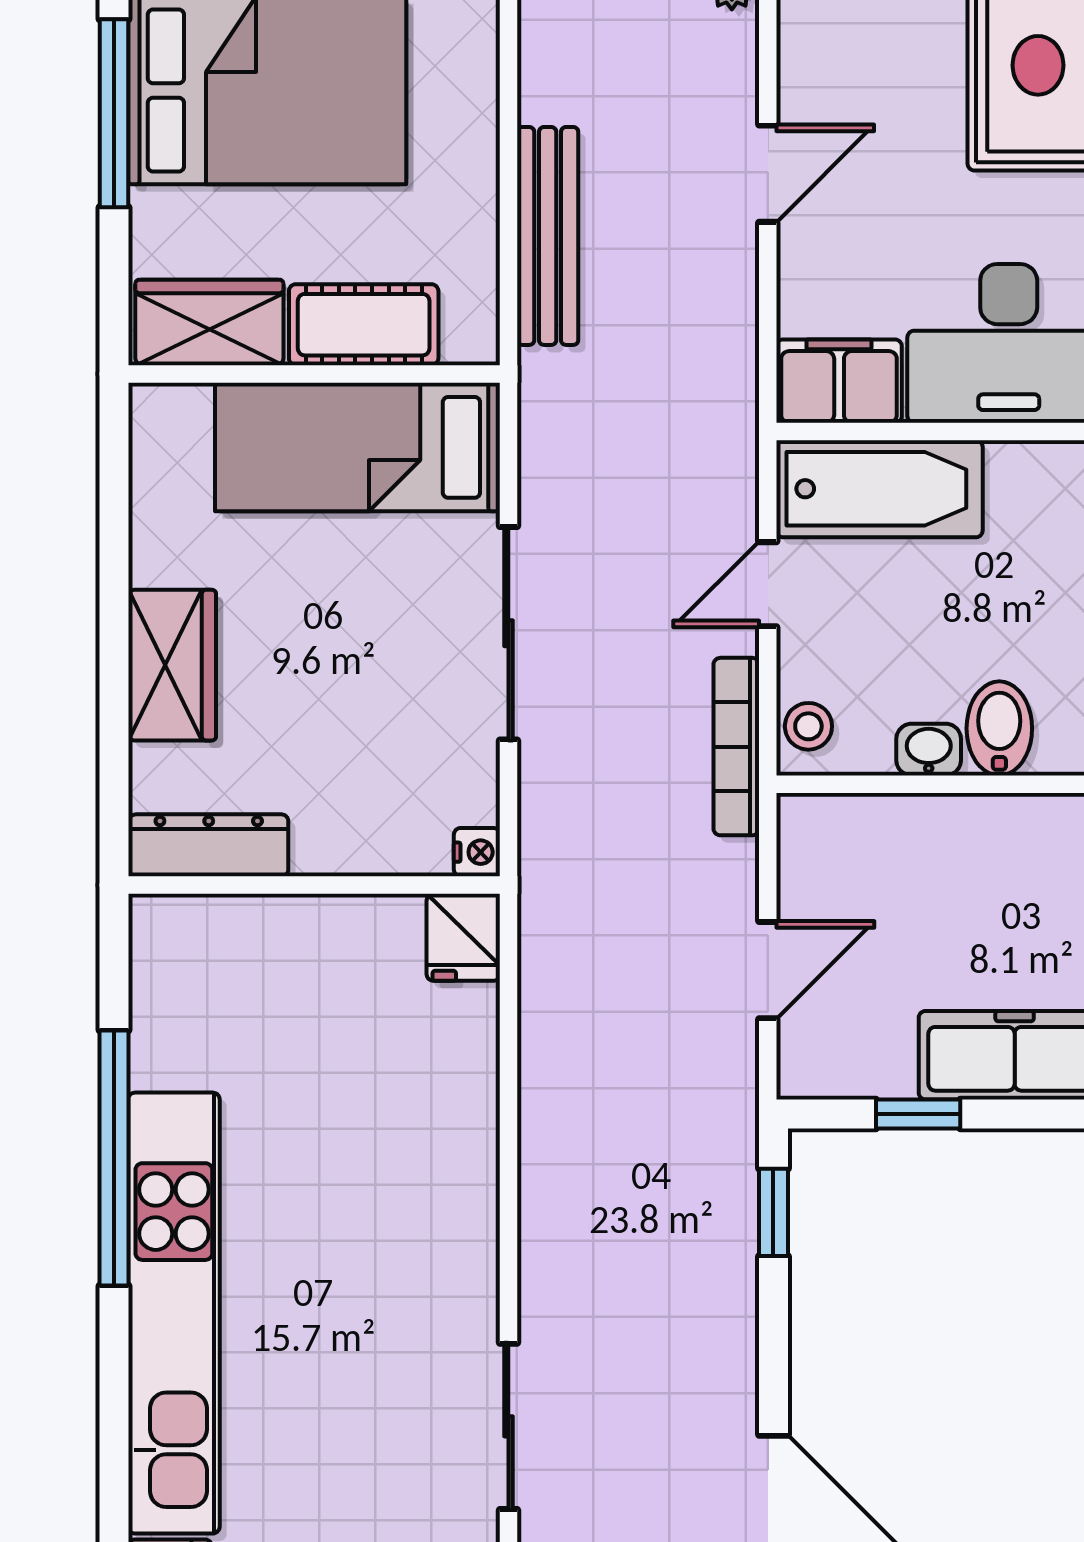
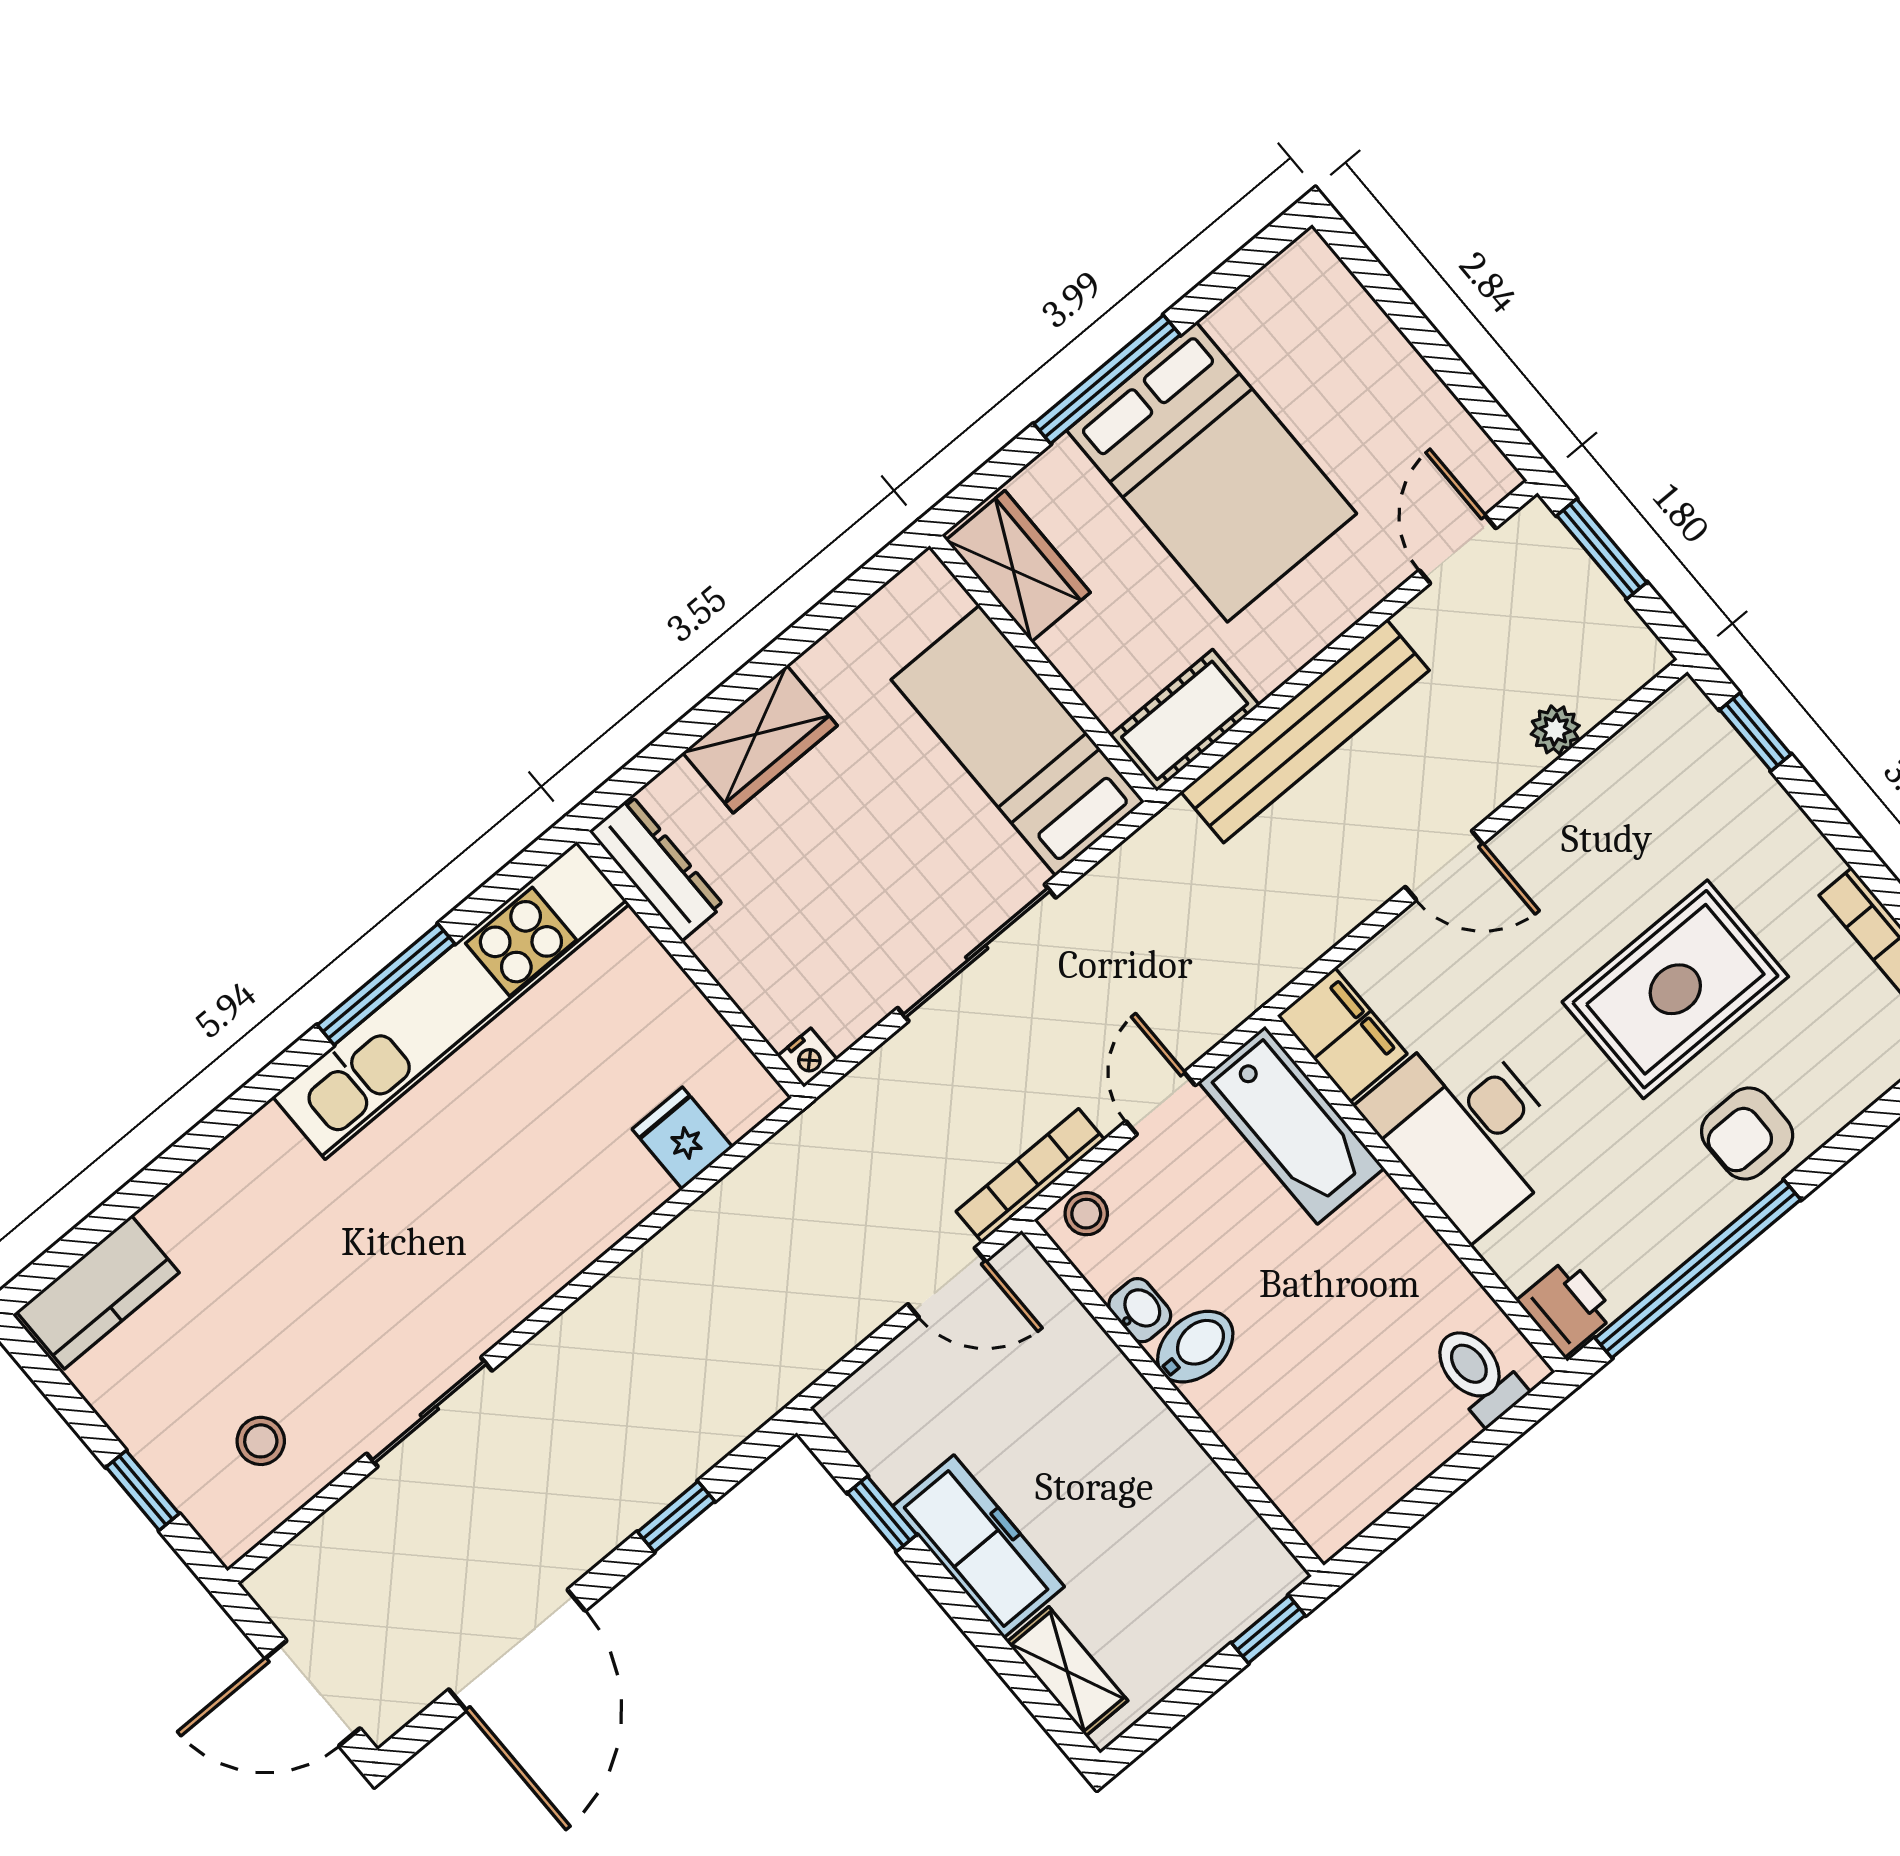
bench: (548, 236) -> (1305, 731), width x1.37, depth x1.21
cot: (364, 325) -> (1185, 720), moved, turned 90
door: (768, 584) -> (1161, 1103), hinge flipped
fridge: (463, 937) -> (682, 1138), moved, turned 90
door: (768, 970) -> (947, 1283), moved
window: (114, 1158) -> (386, 984), width x0.68
window: (773, 1212) -> (676, 1517), moved
kitchen unit: (174, 1313) -> (451, 1000), moved

